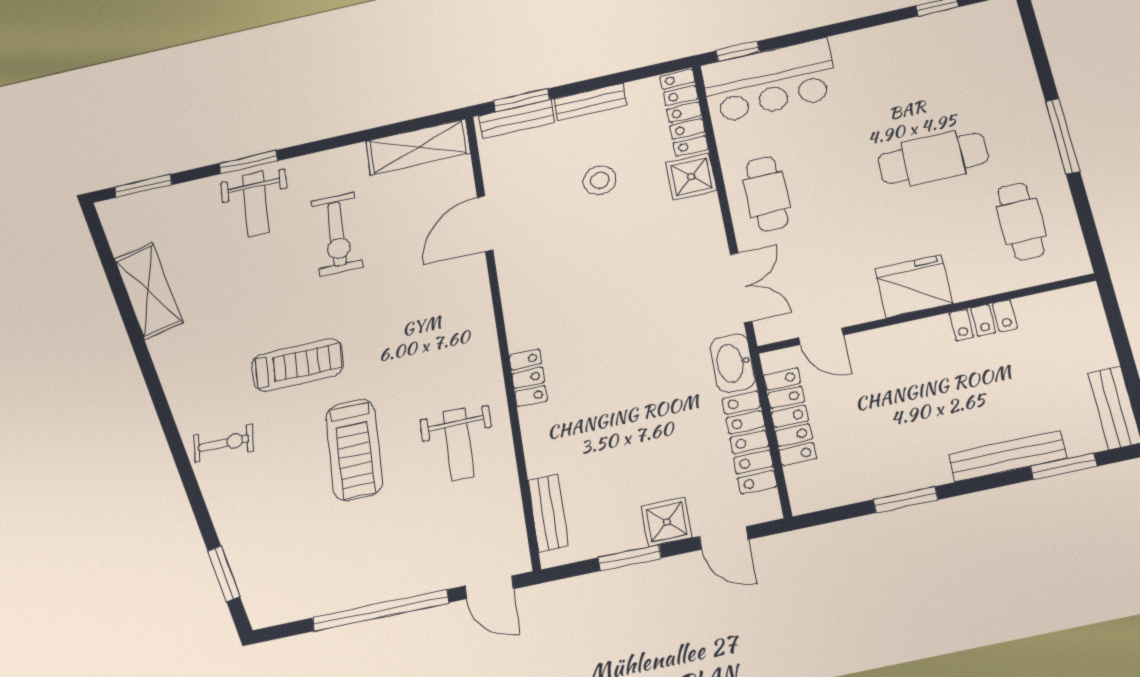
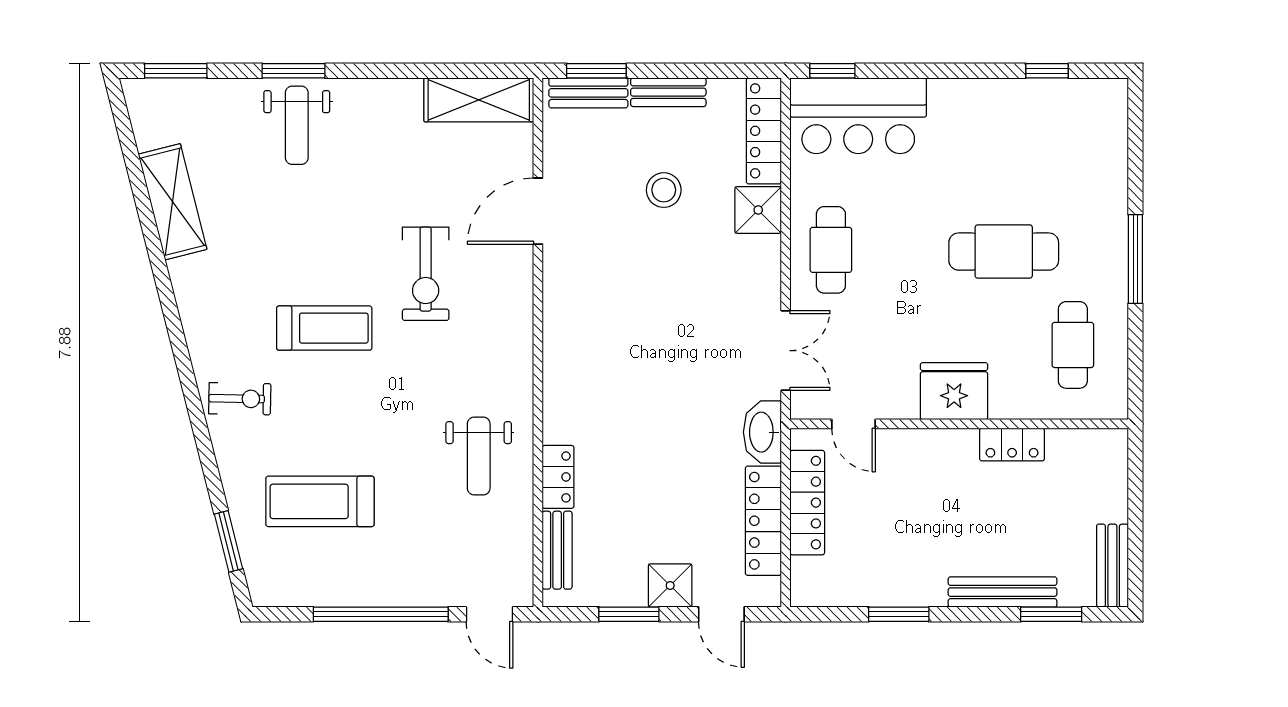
exercise bike: (337, 234) -> (426, 274), moved
locker: (528, 378) -> (558, 477), moved
treadmill: (354, 450) -> (320, 501), moved, turned 90

